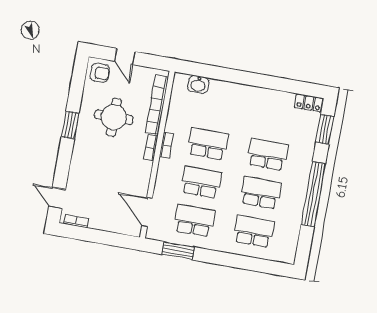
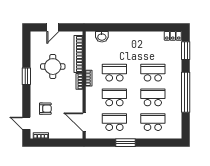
door: (125, 56) -> (53, 27), hinge flipped
armchair: (100, 73) -> (45, 109), moved
window: (178, 251) -> (126, 143), moved

